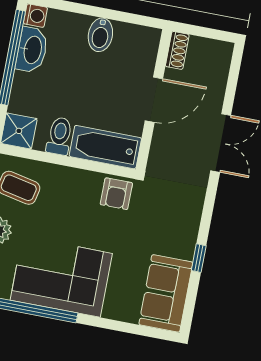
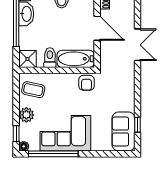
door: (154, 100) -> (97, 28), hinge flipped
window: (199, 258) -> (138, 125), moved

